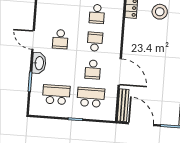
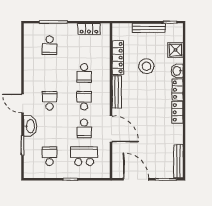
school desk: (60, 39) -> (50, 101), turned 180
school desk: (56, 95) -> (50, 156), width x0.54
bench: (123, 105) -> (117, 92), moved

